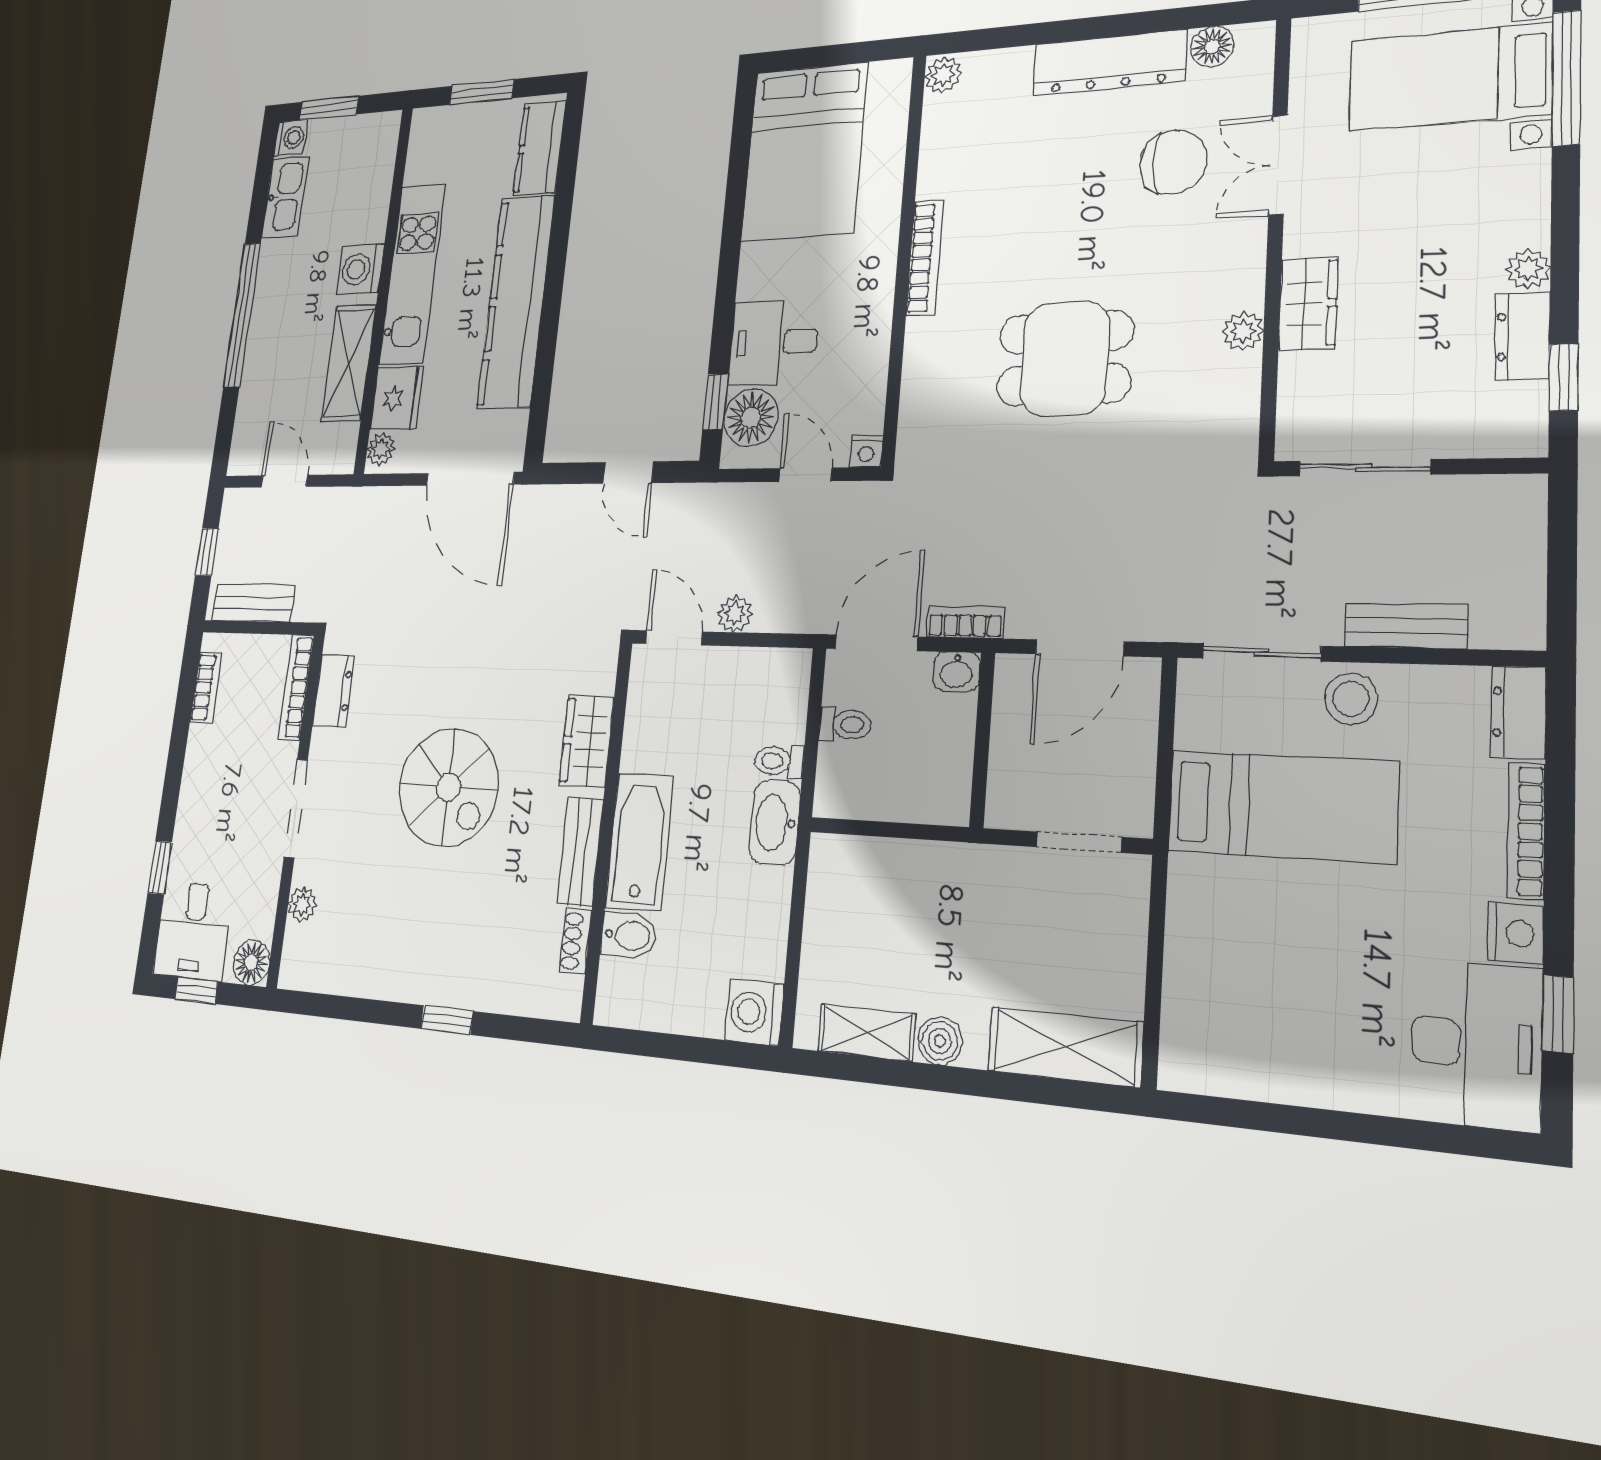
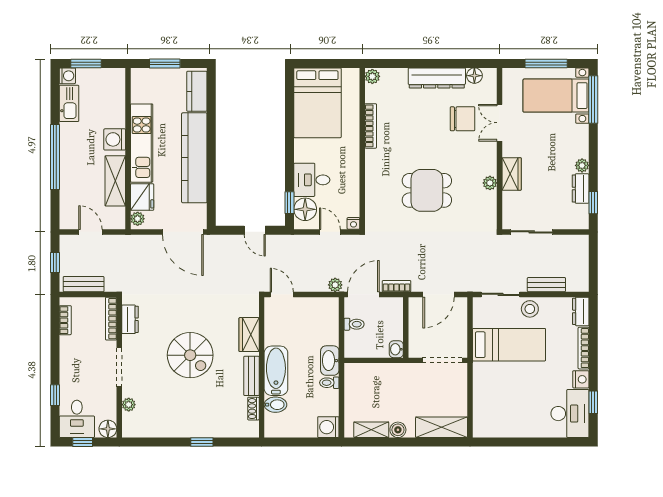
bookcase: (925, 258) -> (371, 126), moved
plant: (735, 614) -> (335, 285), moved
washbasin: (957, 672) -> (396, 349), moved, turned 90
toilet: (779, 761) -> (329, 383), moved
doorway: (1079, 842) -> (442, 360), width x1.38

